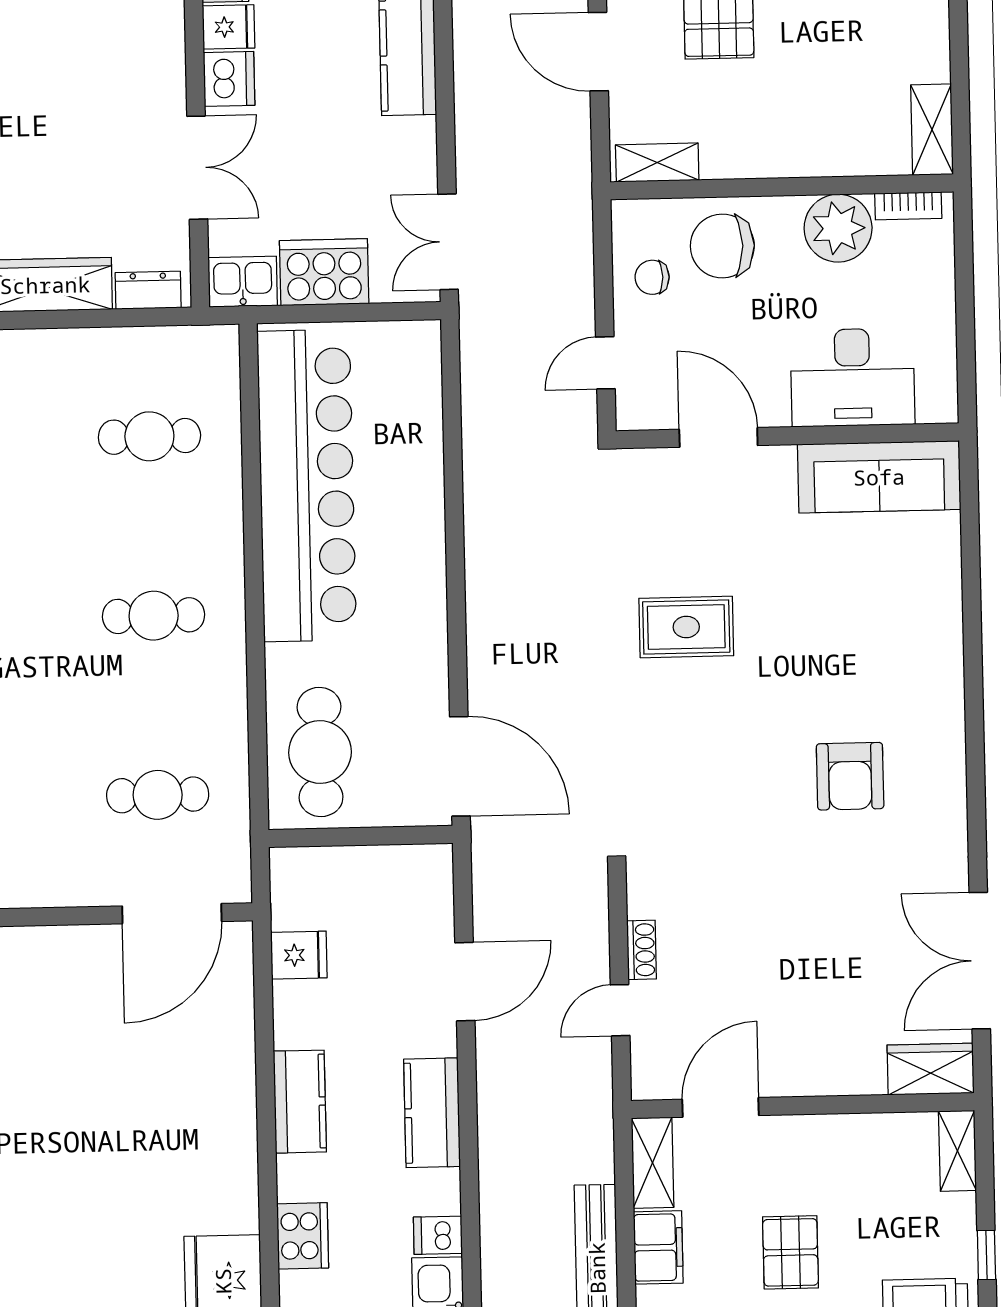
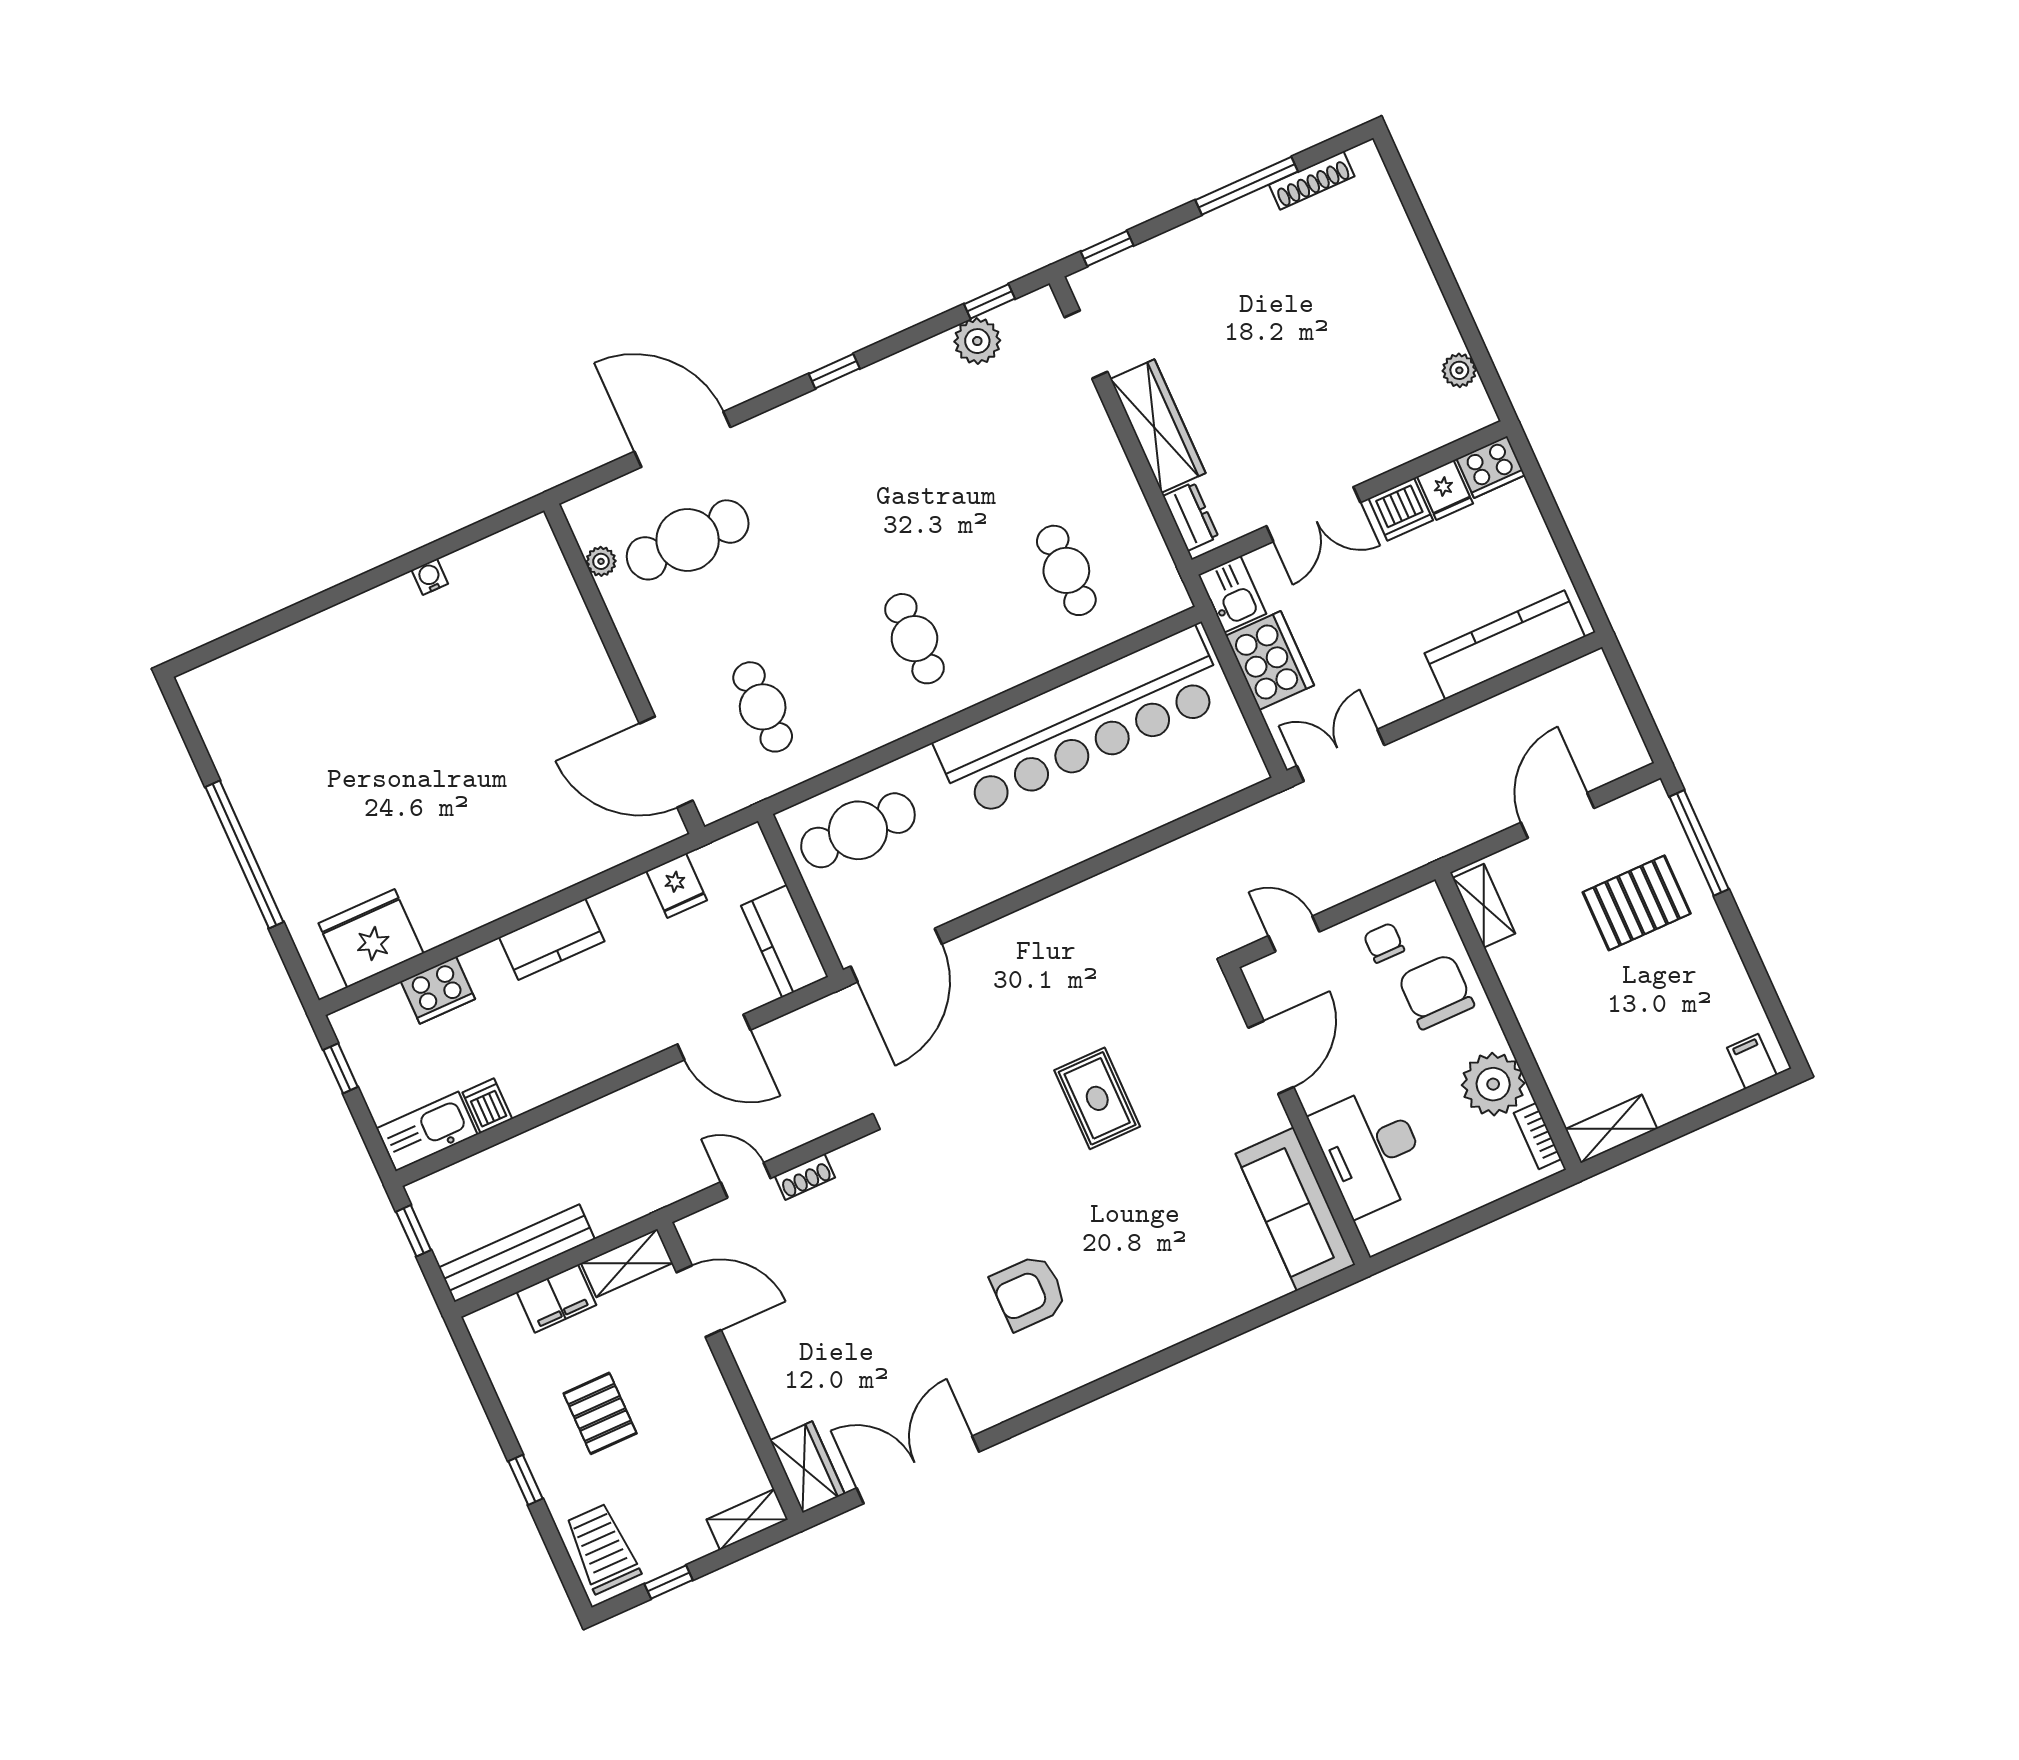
kitchen counter: (432, 1113) -> (785, 941), moved, turned -90
pallet: (790, 1252) -> (600, 1413), turned 90

